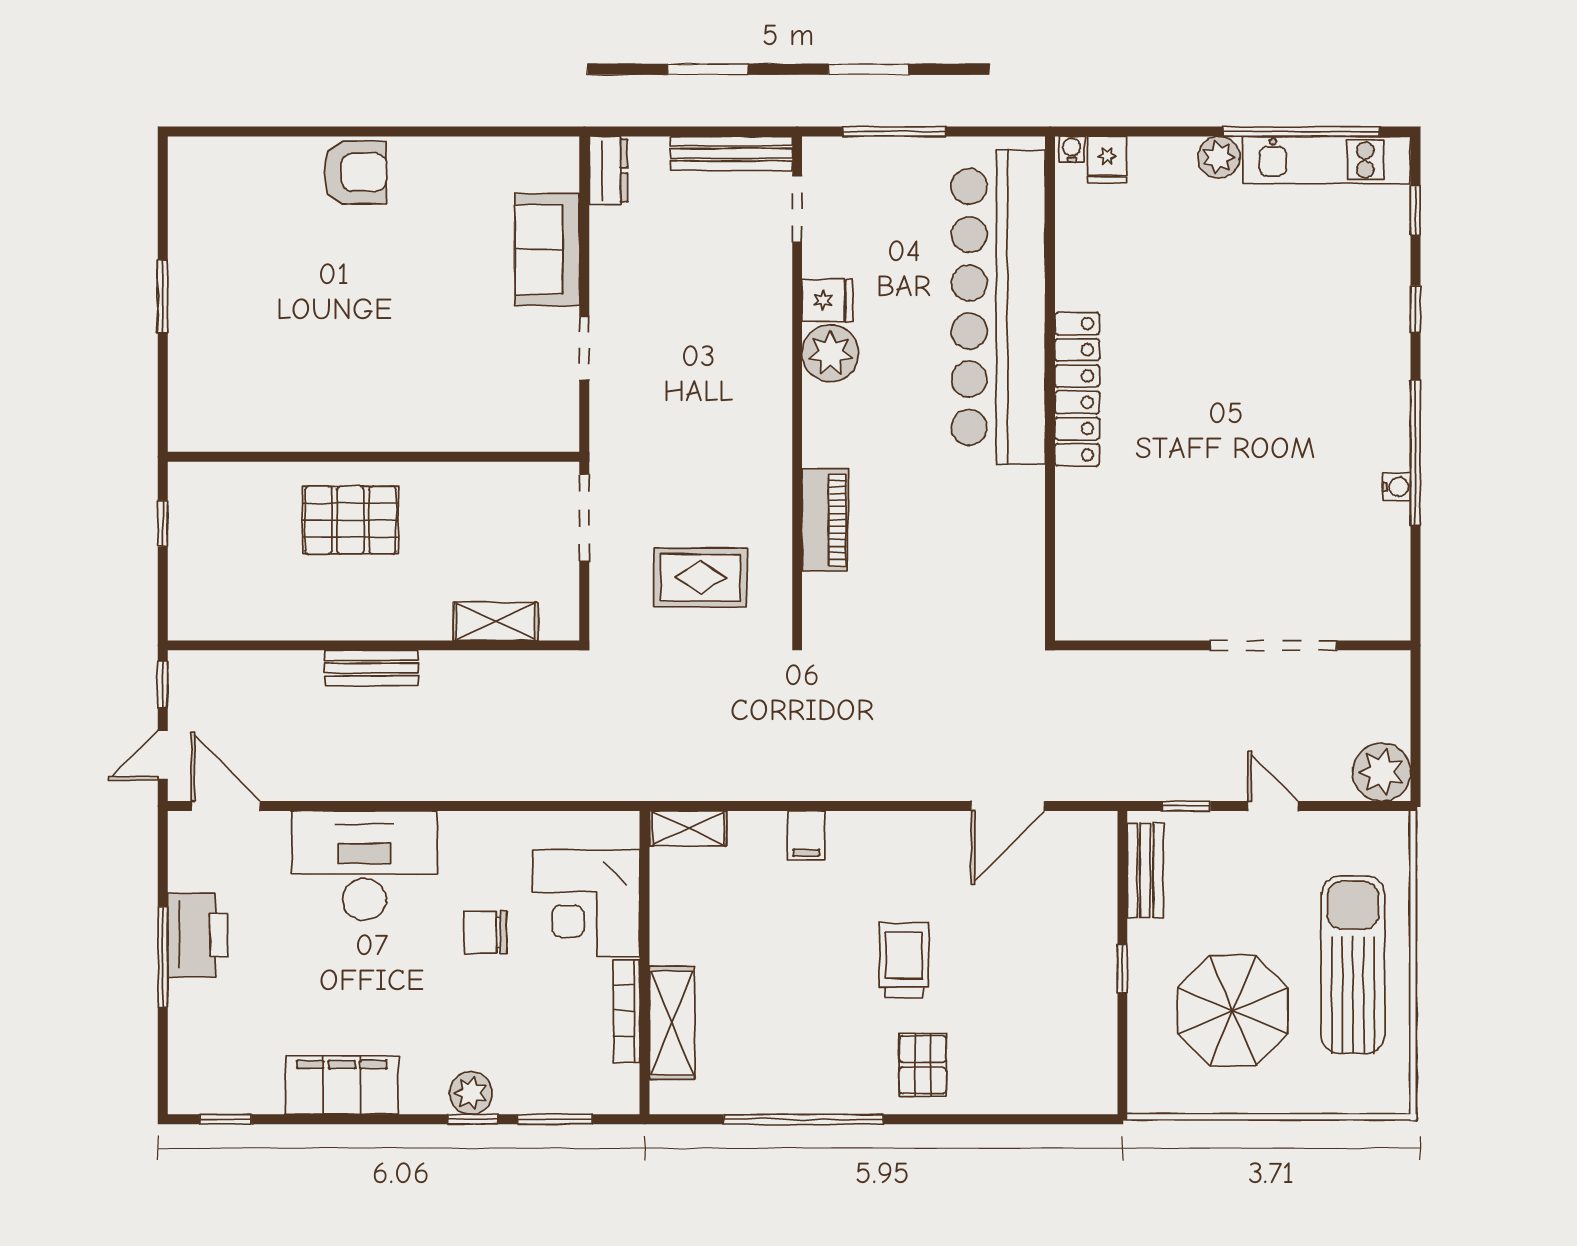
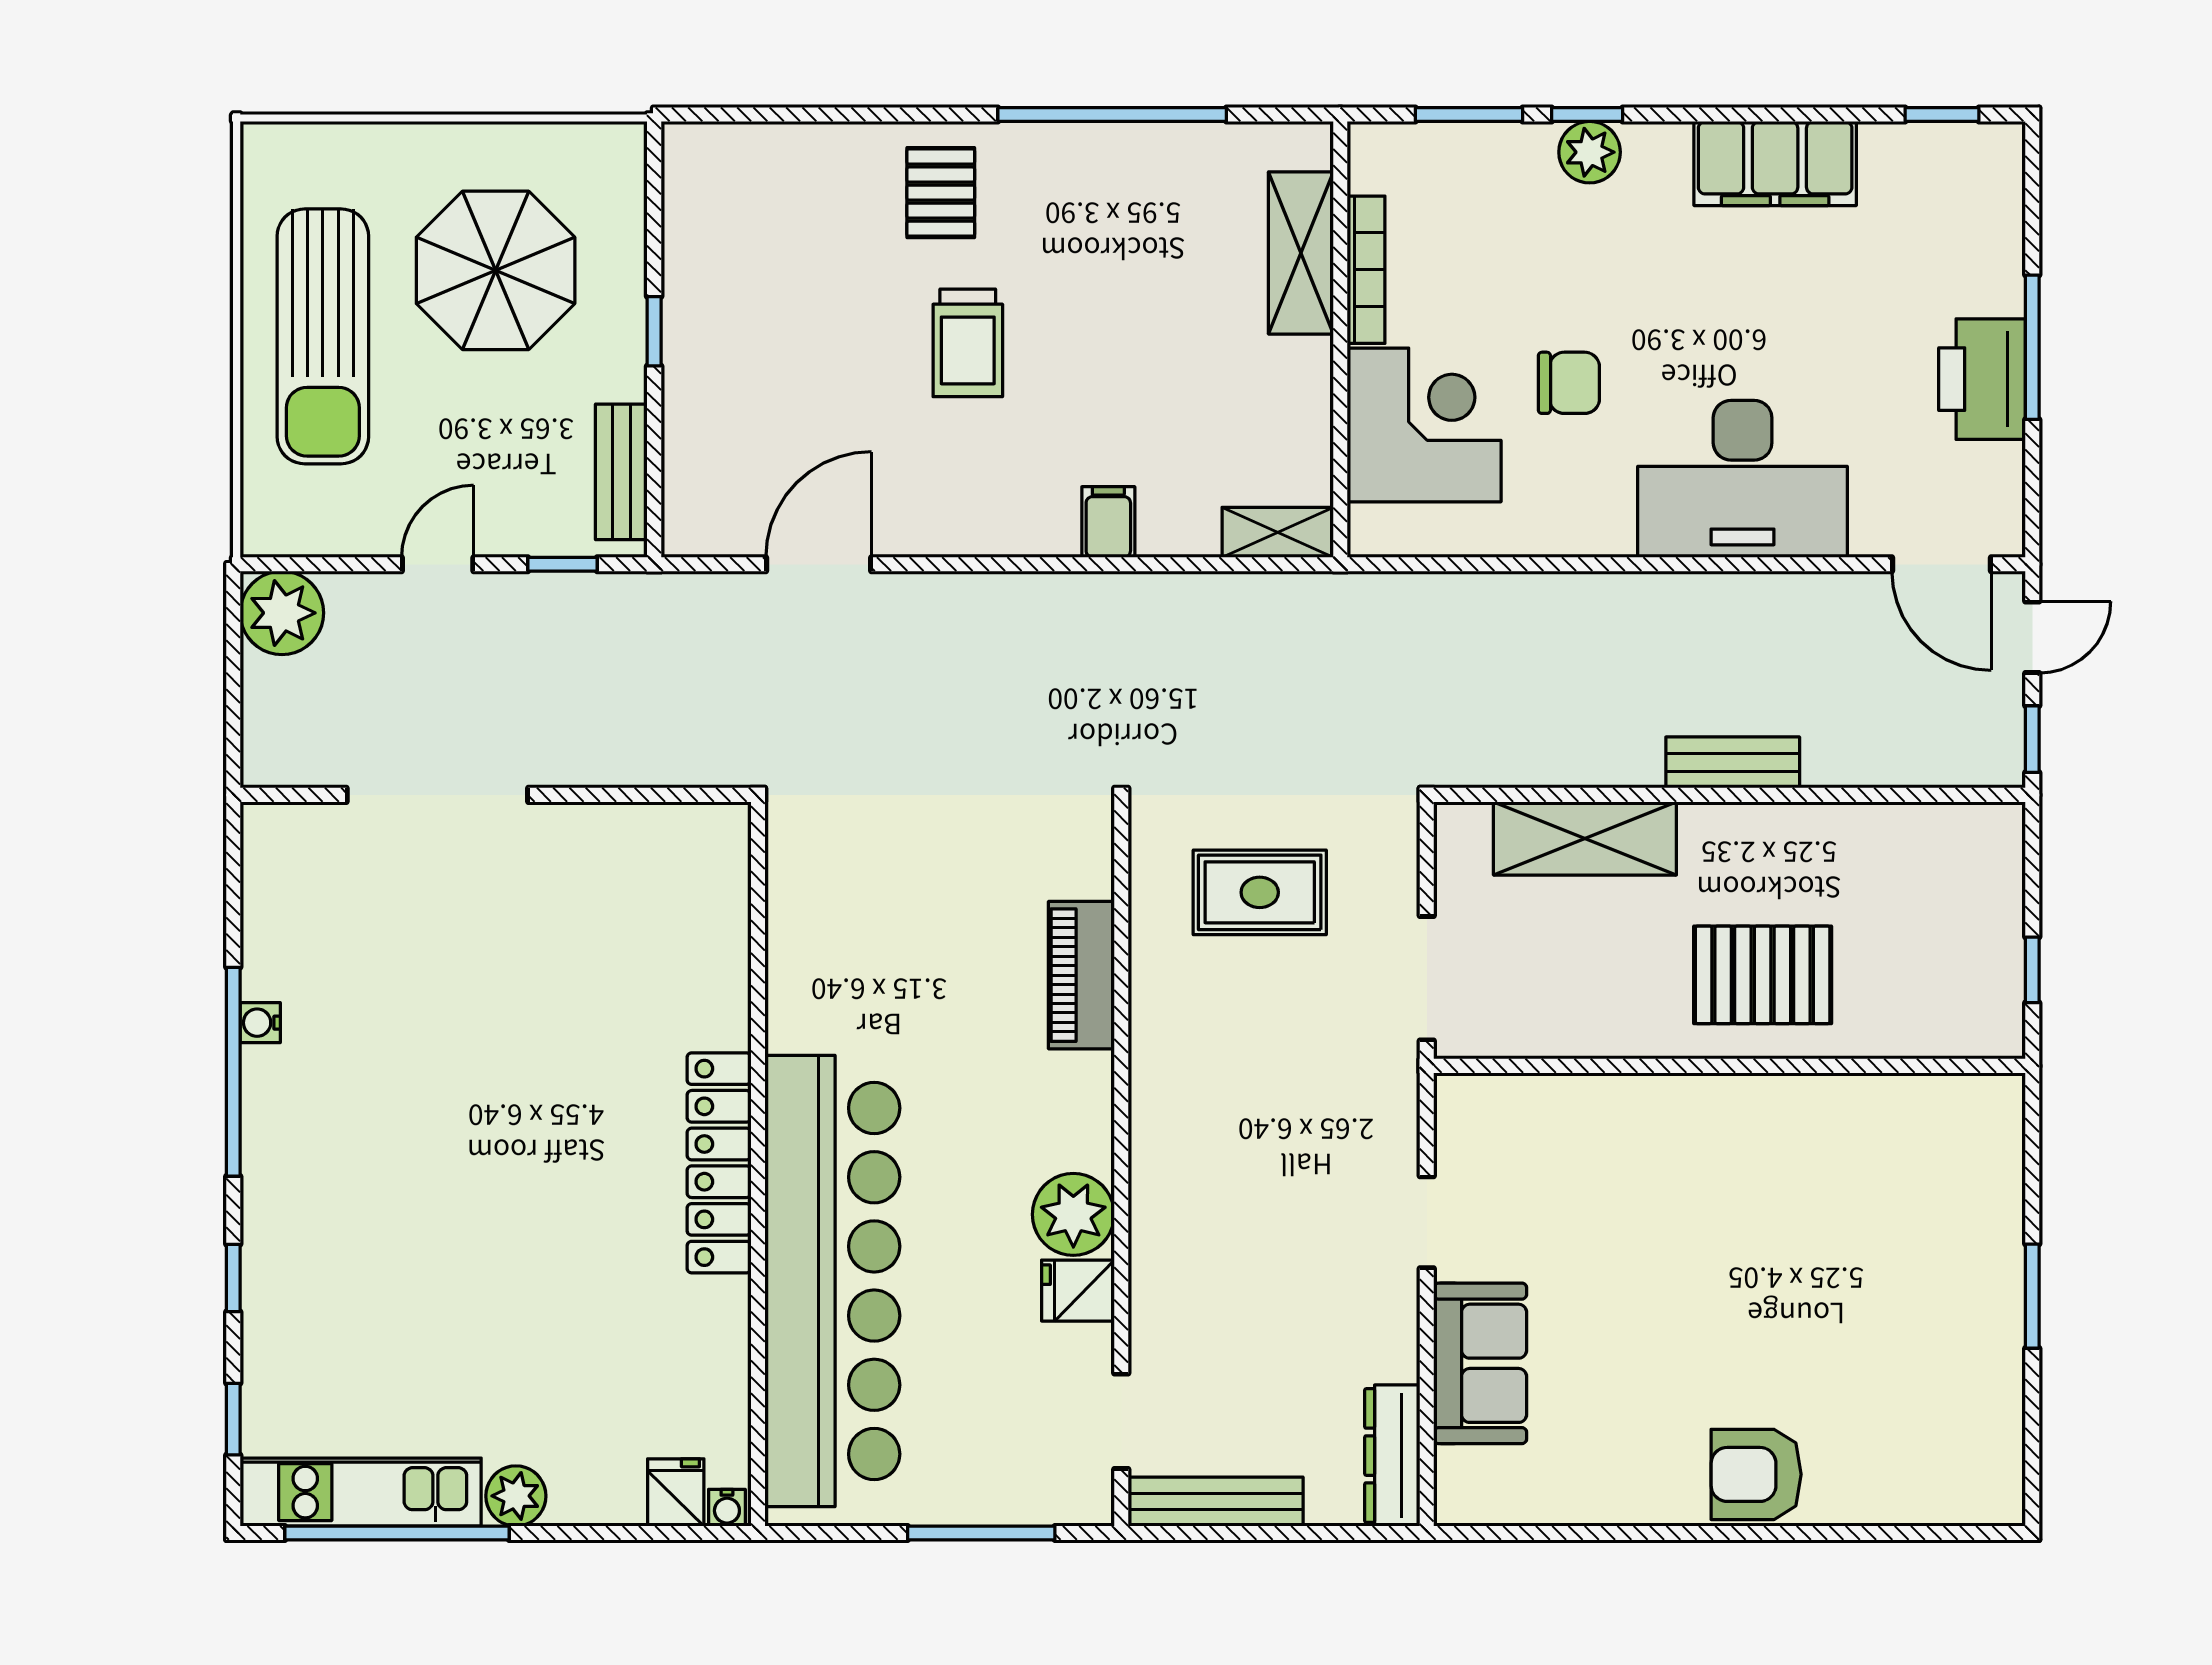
dresser: (608, 170) -> (1392, 1456), width x1.44
shelving: (495, 621) -> (1585, 838), width x1.50, depth x1.33
door: (1273, 806) -> (438, 564), swing flipped

